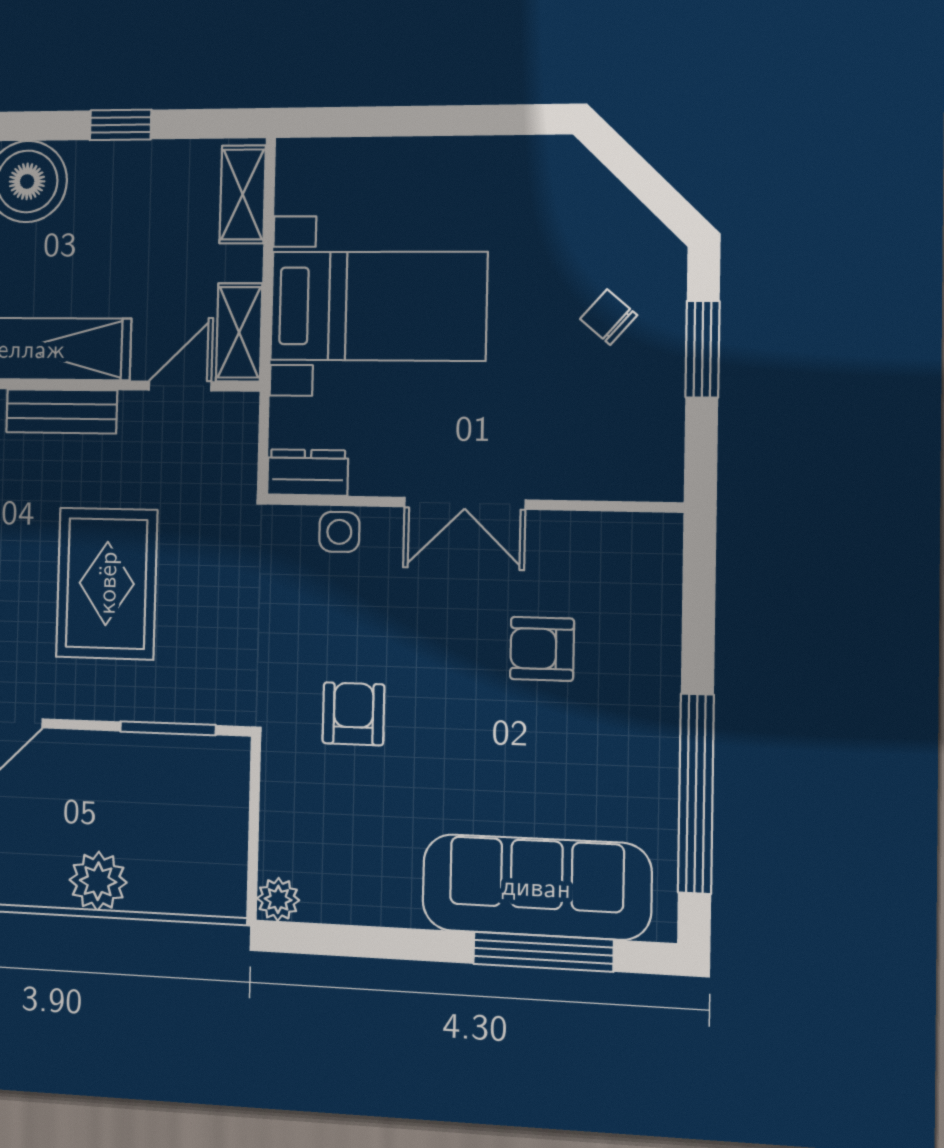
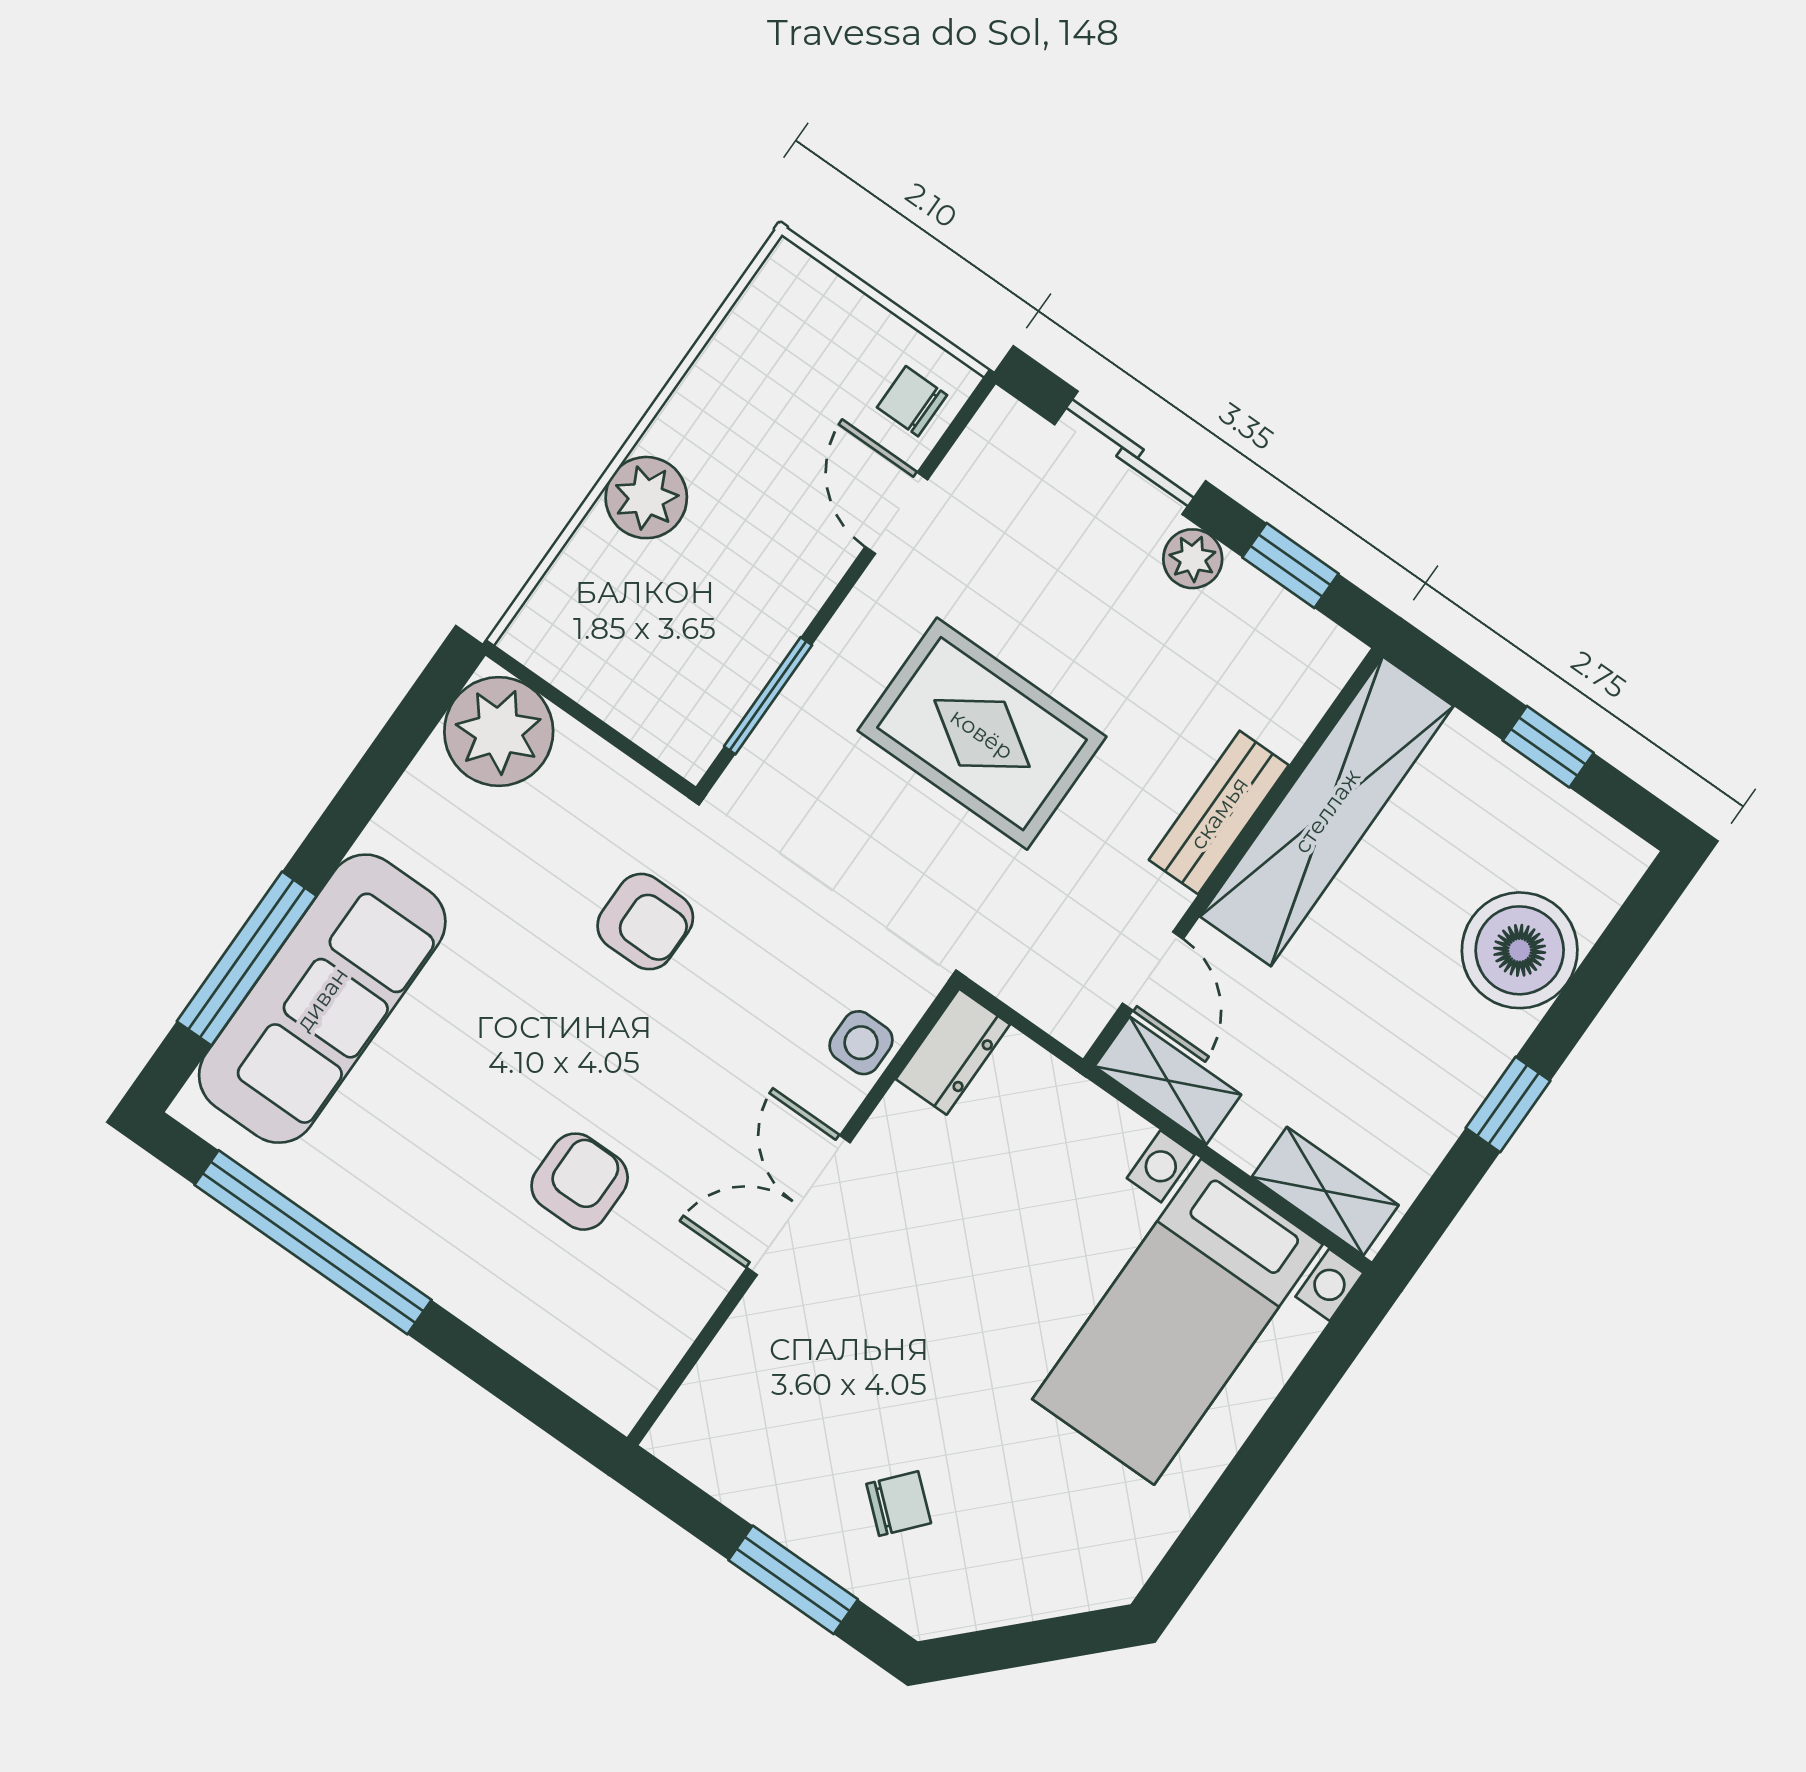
bed with nightstands: (378, 306) -> (1178, 1322), moved
plant: (278, 899) -> (499, 732), width x1.88, depth x1.88

